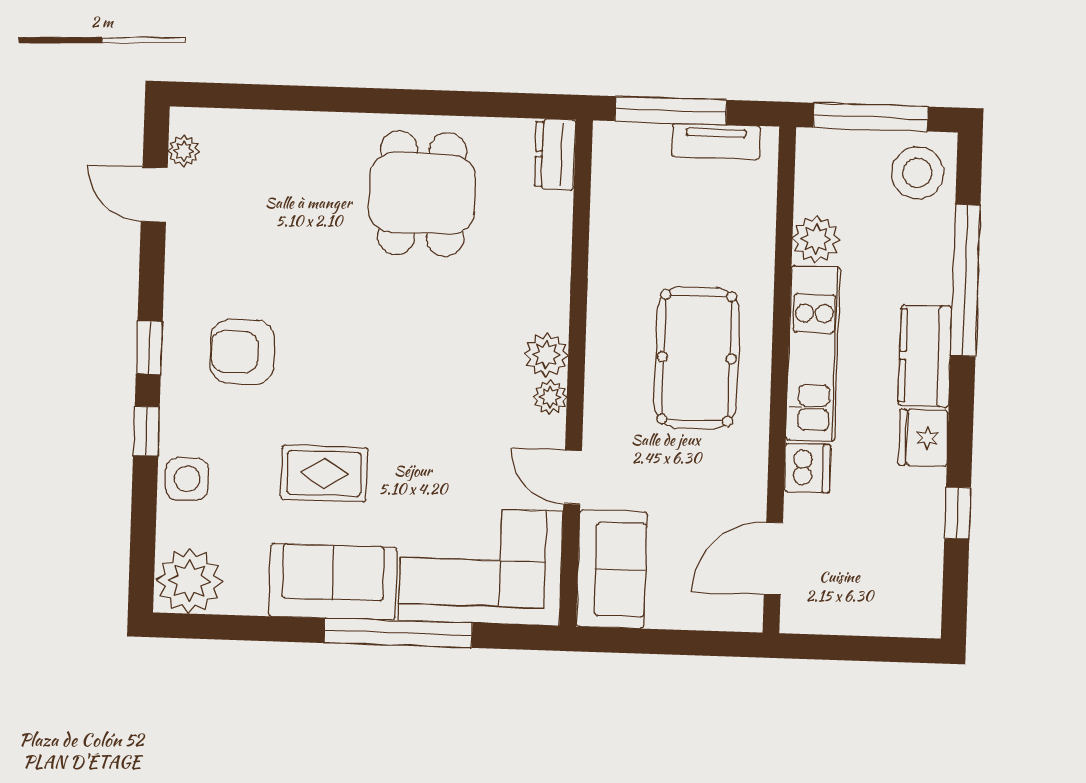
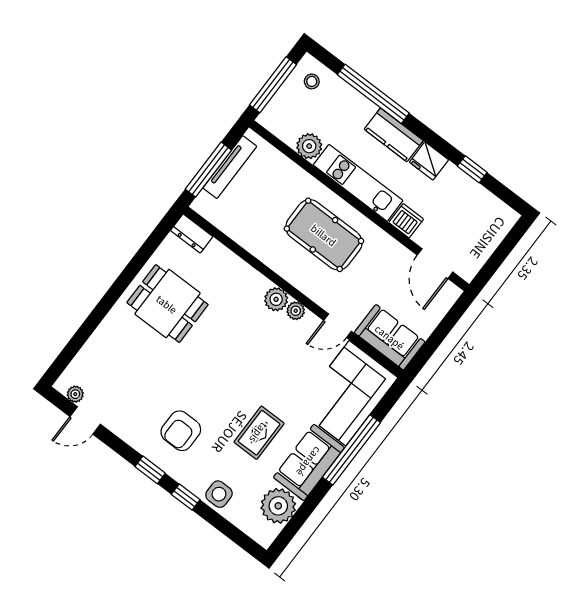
tv unit: (716, 141) -> (230, 167), width x1.41
stool: (918, 173) -> (312, 81), width x0.53, depth x0.53
plant: (189, 581) -> (278, 506), moved

